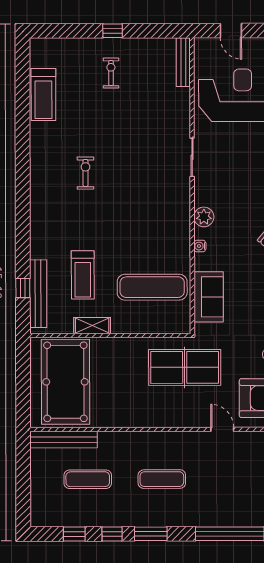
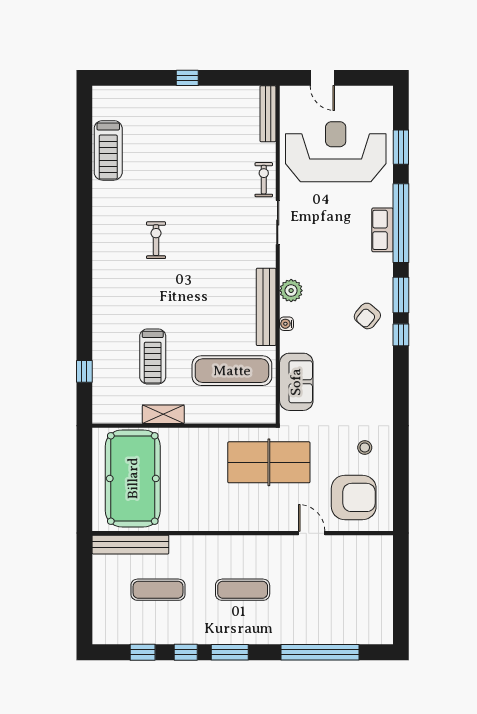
exercise bike: (111, 73) -> (264, 180), moved
bench: (38, 294) -> (266, 307), moved

